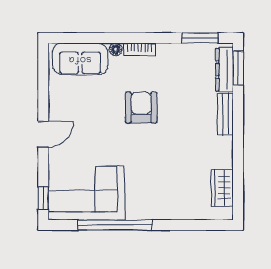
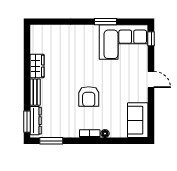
sofa: (80, 59) -> (138, 120), moved, turned -90
door: (43, 134) -> (151, 79), swing flipped
wardrobe: (222, 188) -> (37, 66), moved
window: (115, 225) -> (105, 22), width x0.47

